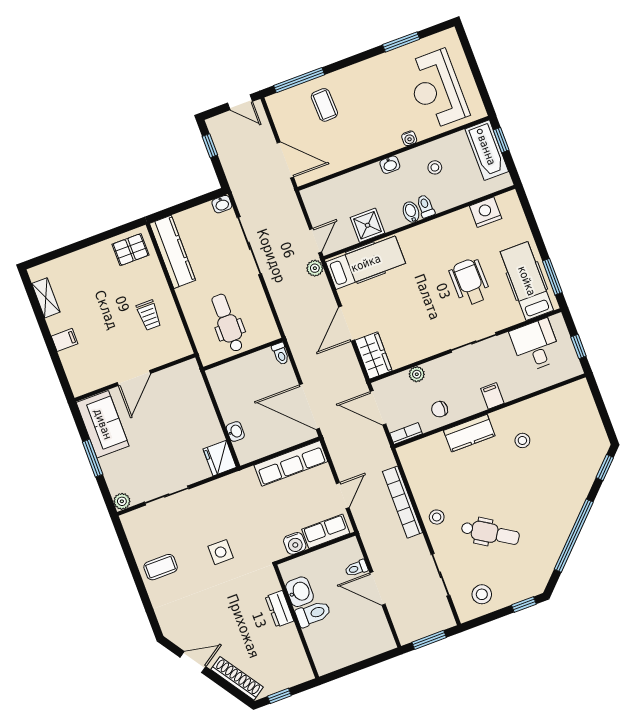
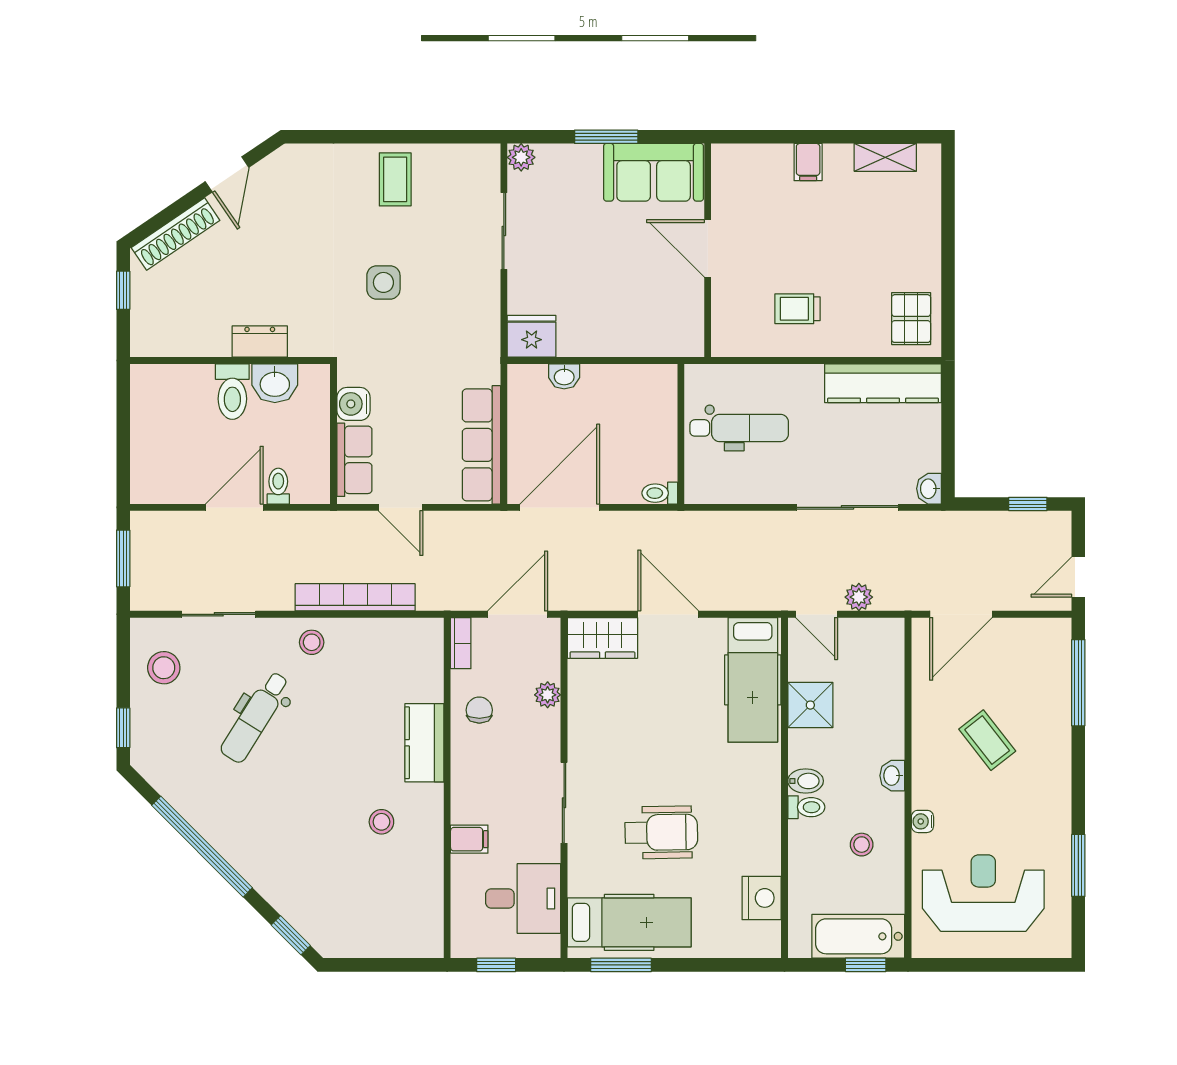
coffee table: (324, 105) -> (987, 740), moved, turned 54
plant: (315, 268) -> (859, 597), moved
filing cabinet: (492, 396) -> (469, 839), moved

